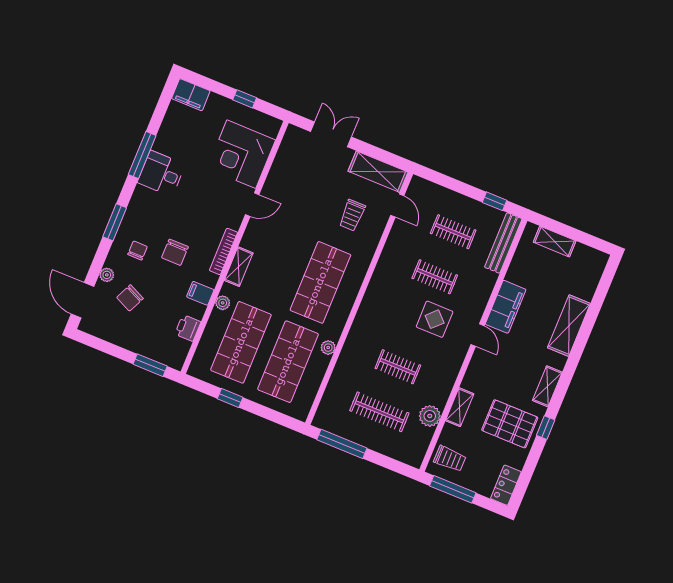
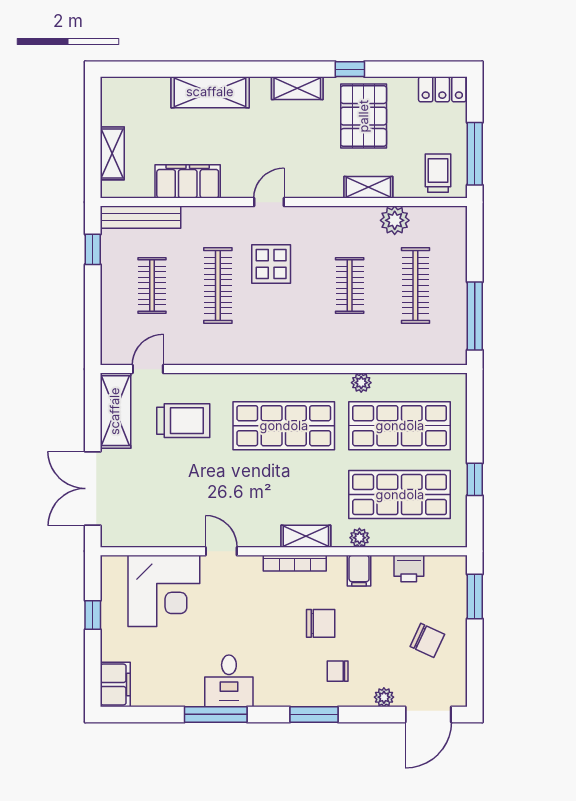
double door: (331, 134) -> (93, 489), width x1.37
trolley: (352, 215) -> (183, 421), width x1.36, depth x1.39
clothes rail: (435, 277) -> (218, 286), width x1.36
chair: (130, 298) -> (427, 640), moved
filing cabinet: (506, 307) -> (188, 181), moved

